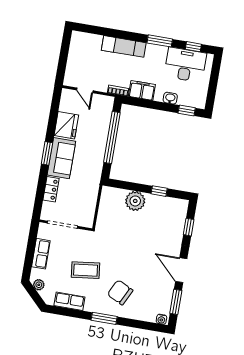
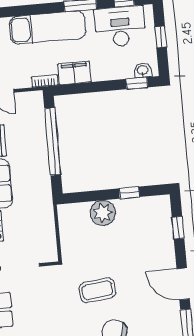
exam couch: (124, 46) -> (48, 28), width x1.36, depth x1.45
window: (214, 81) -> (161, 37), added
washbasin: (170, 98) -> (143, 70), moved
coffee table: (86, 270) -> (97, 290), moved

